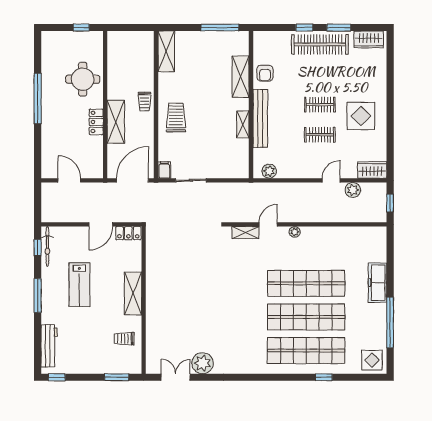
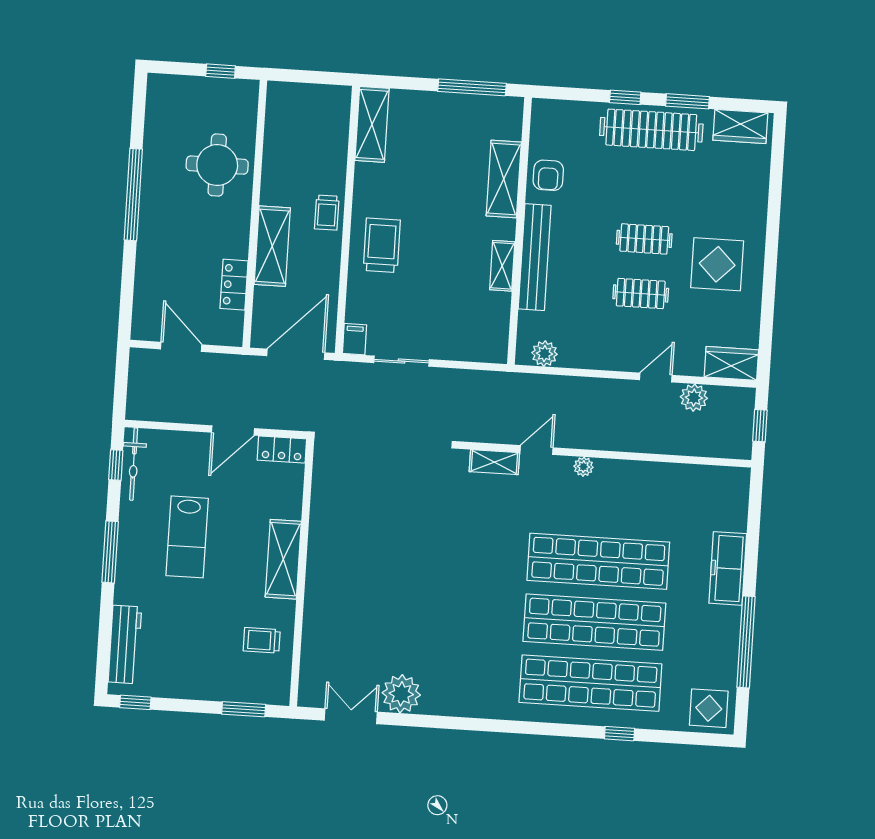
locker: (96, 122) -> (234, 285), moved

